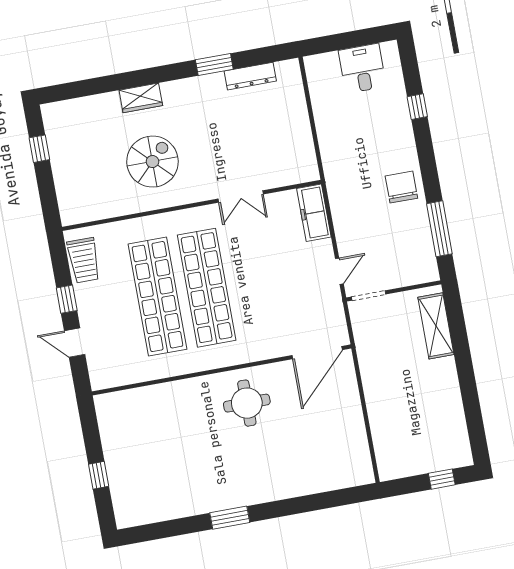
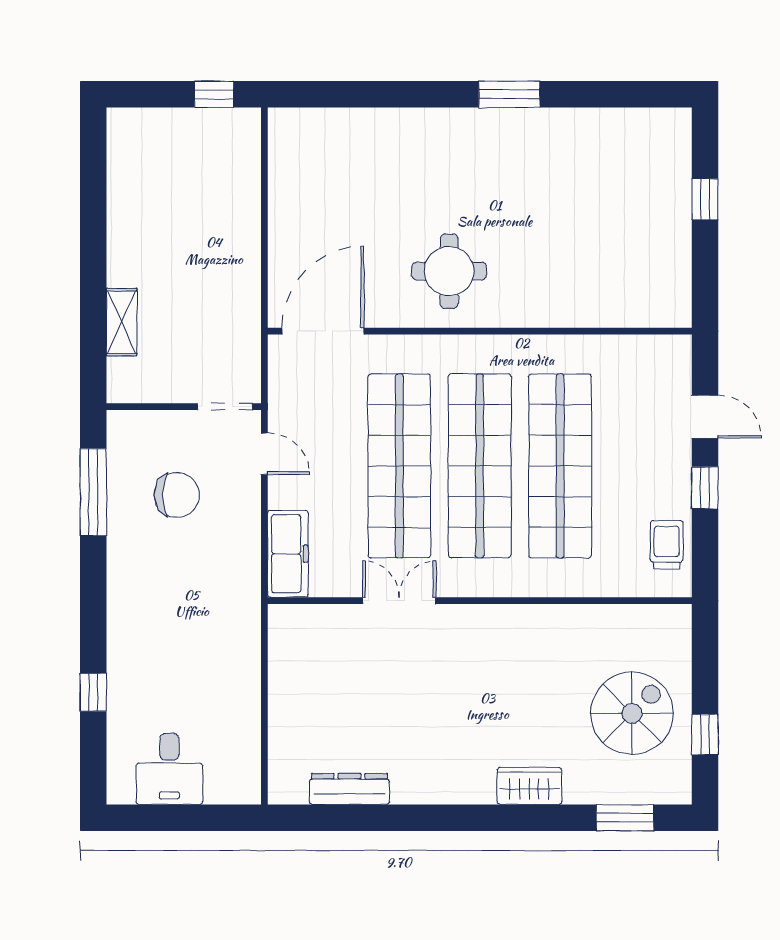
window: (214, 64) -> (625, 818), moved
spiral stairs: (152, 162) -> (632, 713), moved, turned 180
chair: (401, 187) -> (177, 495), moved, turned -90
trolley: (84, 260) -> (667, 545), width x0.73, depth x0.72
door: (339, 271) -> (264, 454), swing flipped
shop shelf: (256, 279) -> (399, 466), added
shelving: (436, 326) -> (122, 322), width x0.67, depth x0.75
window: (442, 479) -> (214, 94), moved

